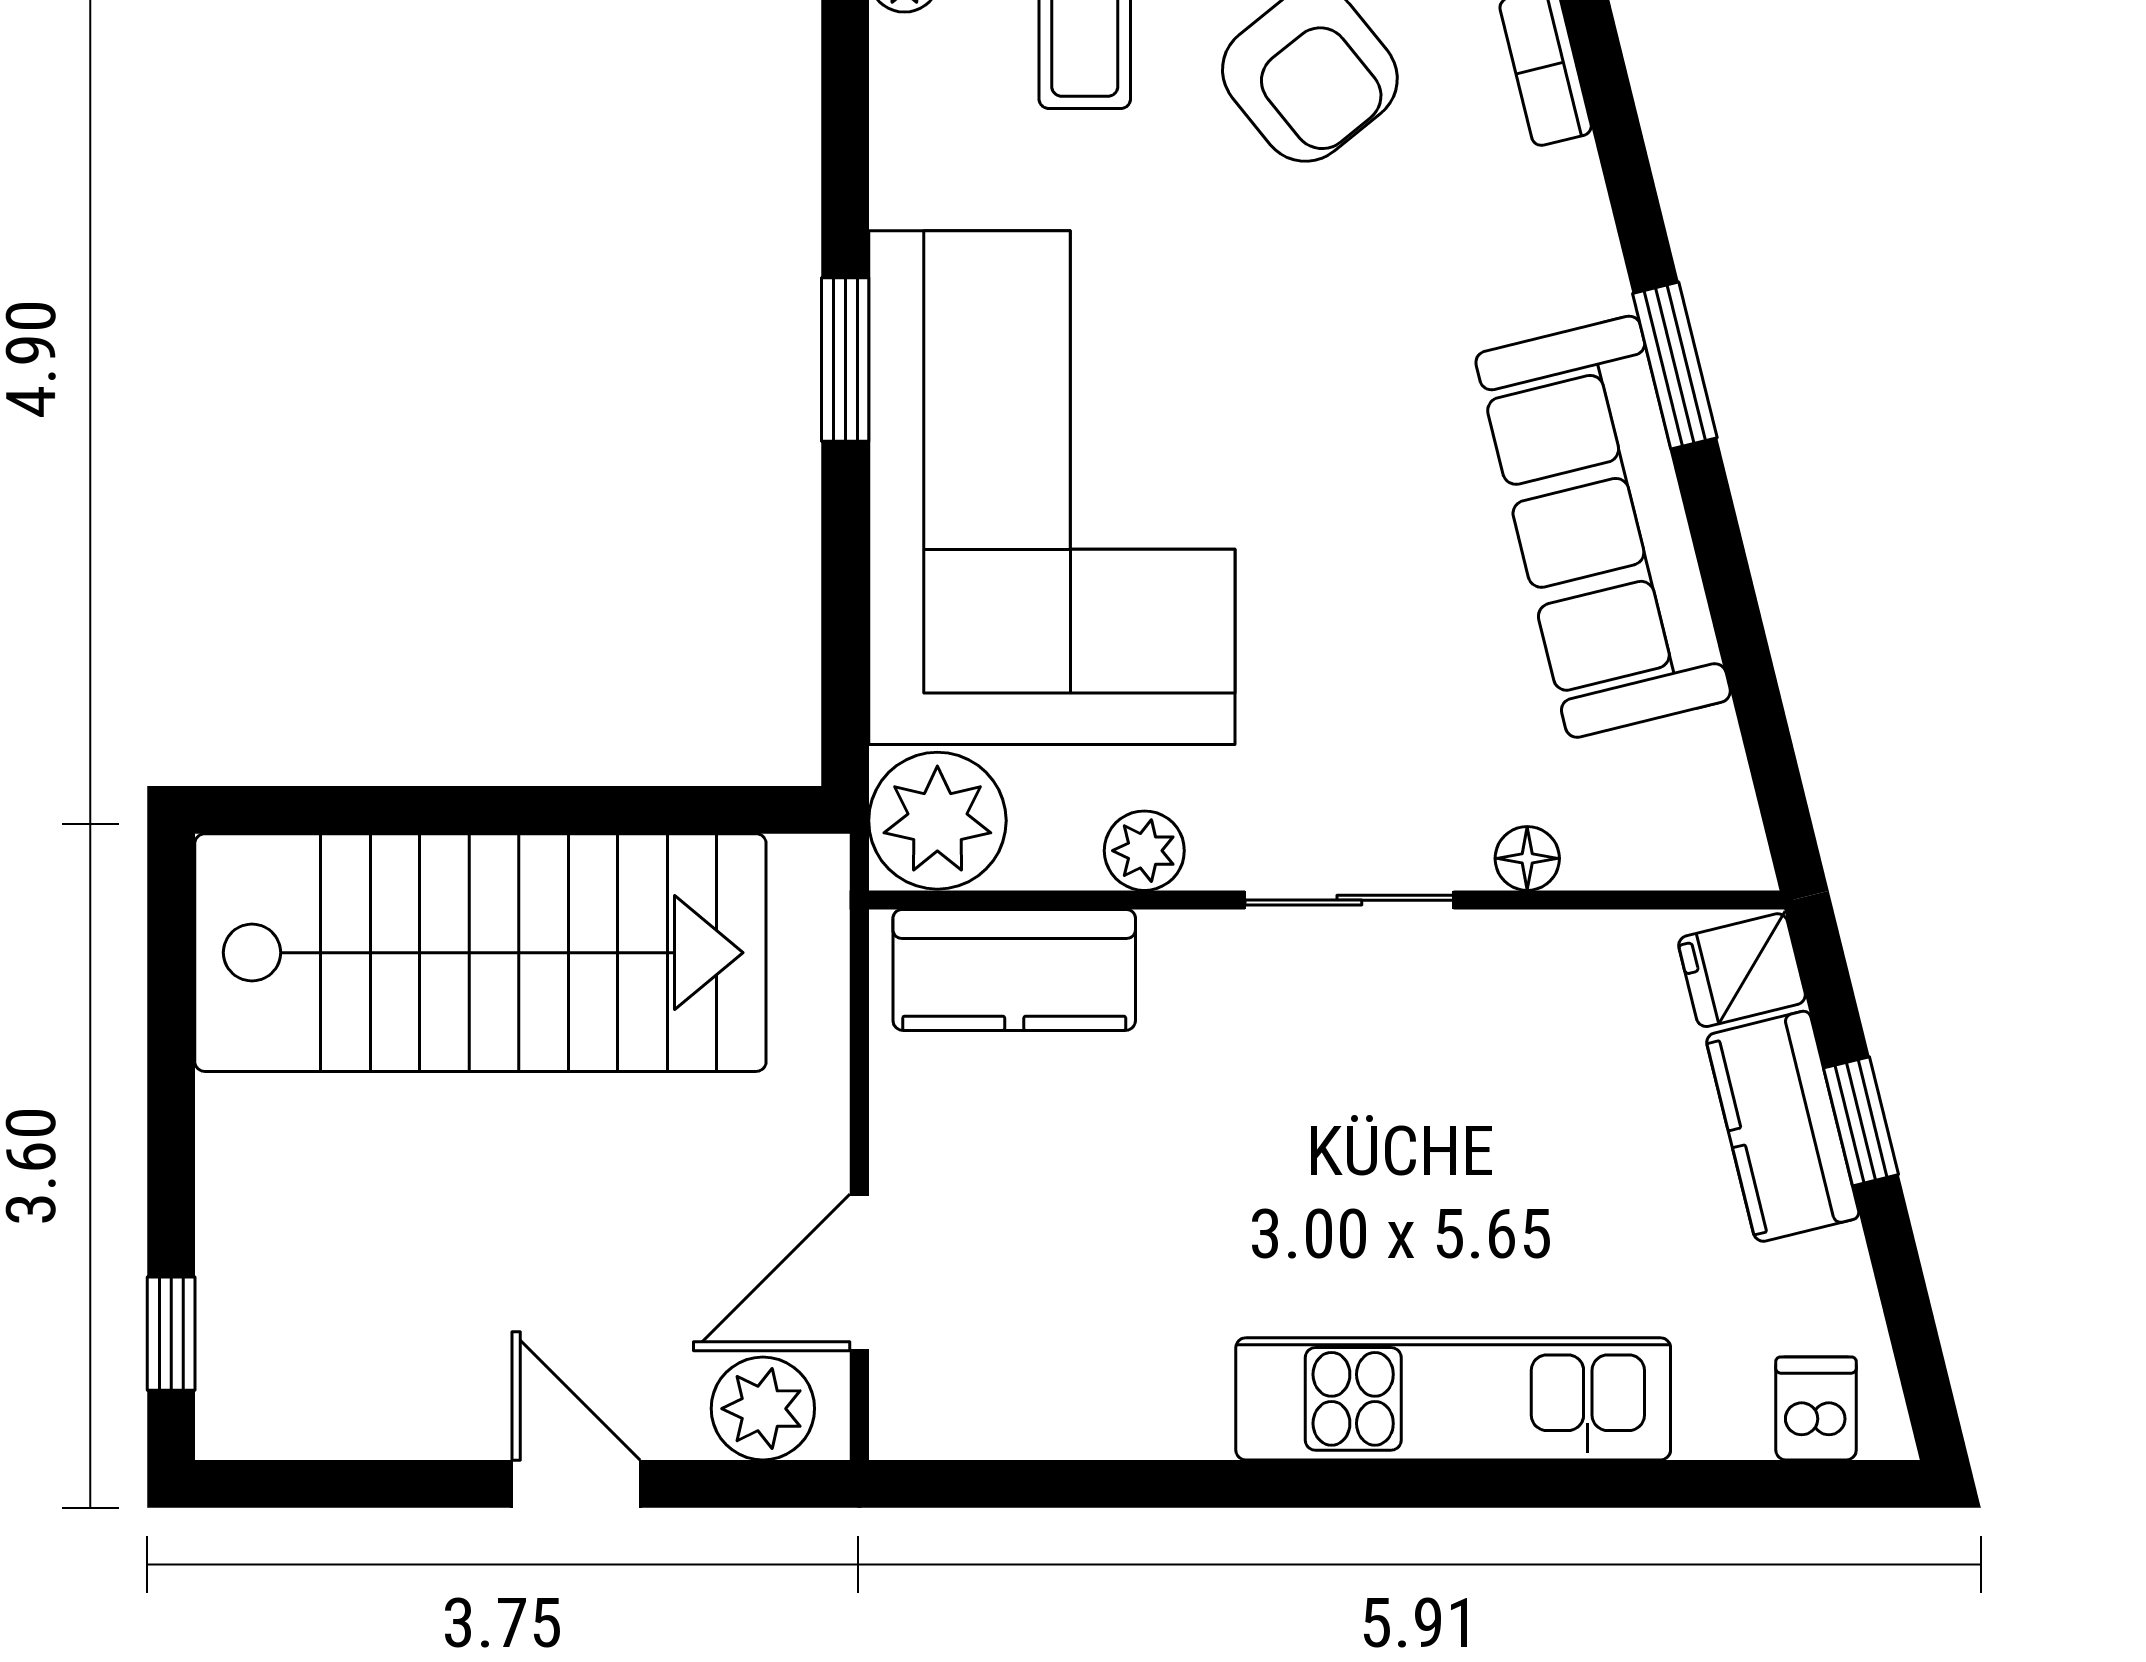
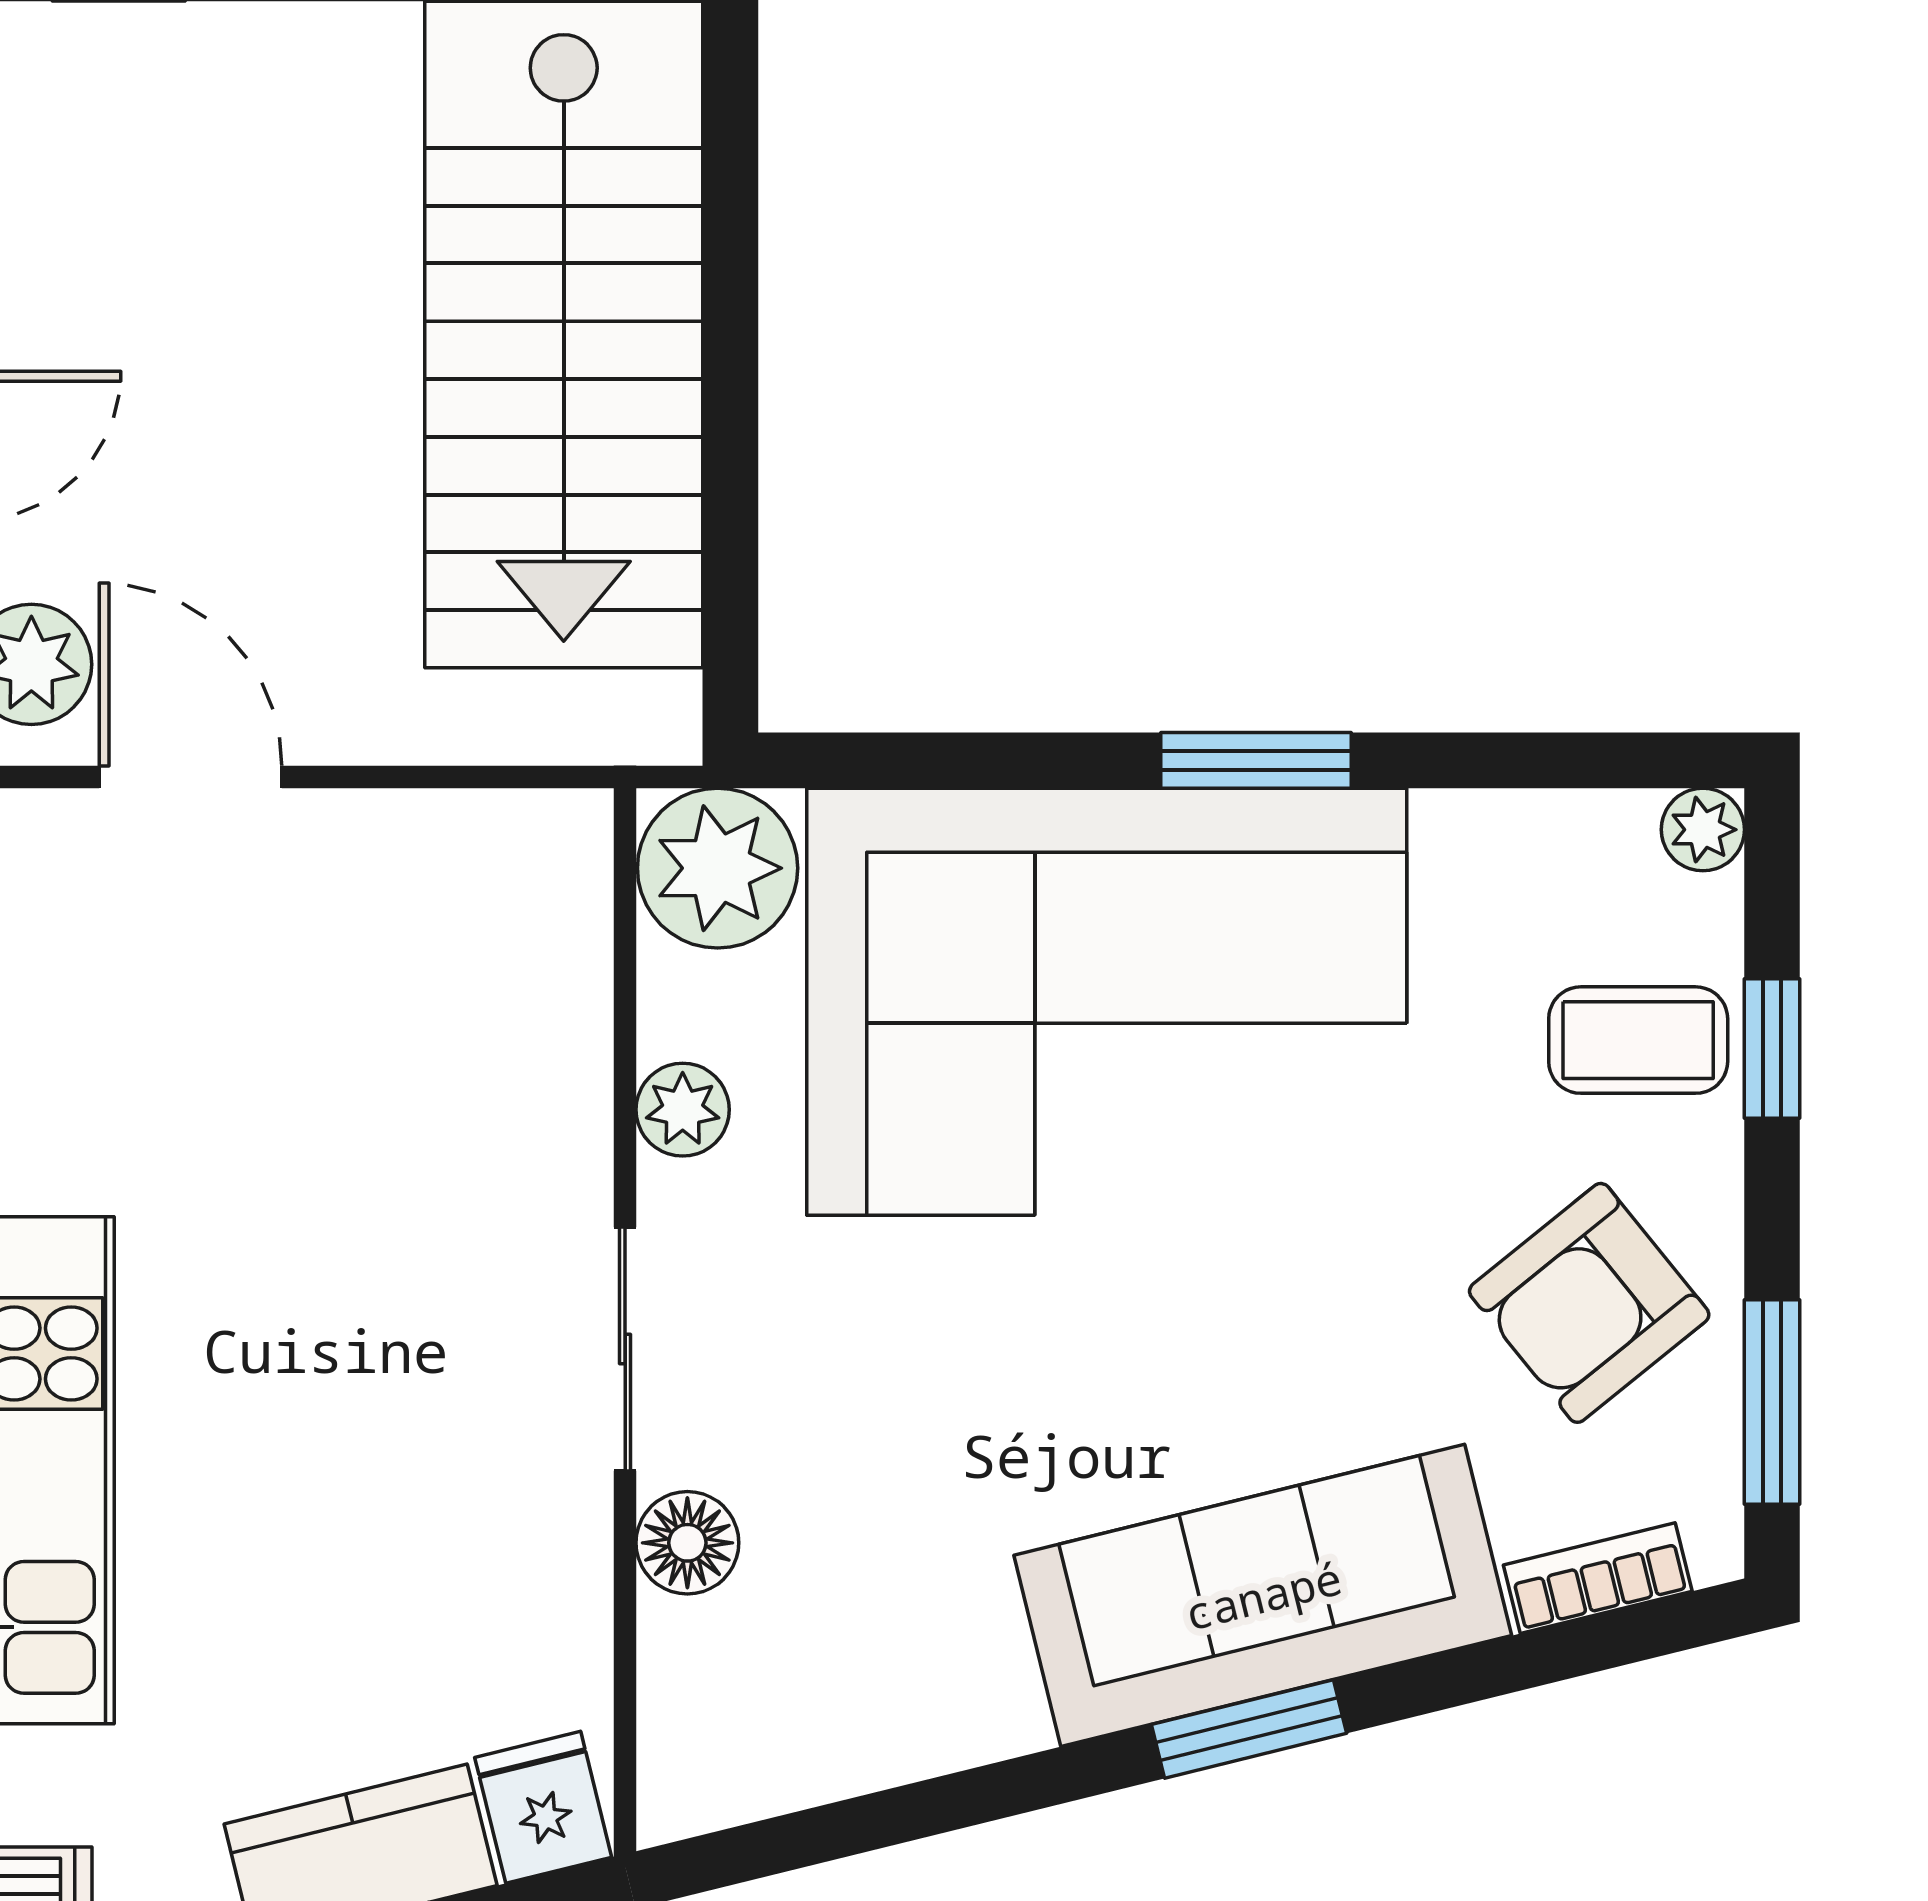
sofa: (1603, 527) -> (1263, 1595), moved
floor lamp: (1527, 858) -> (687, 1543), width x1.37, depth x1.37
kitchen counter: (1014, 970) -> (543, 958), removed

